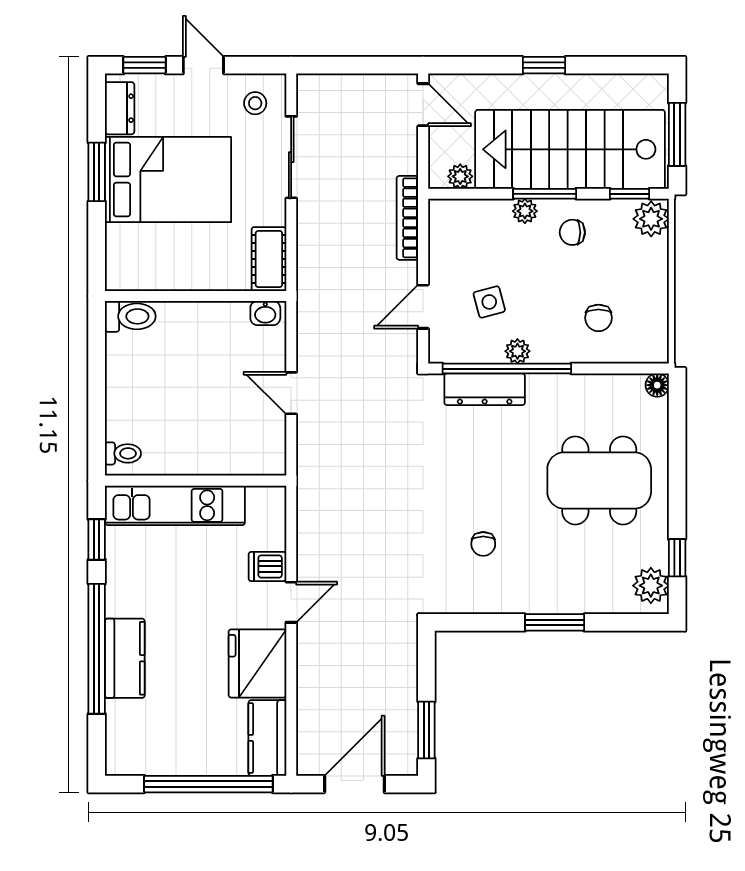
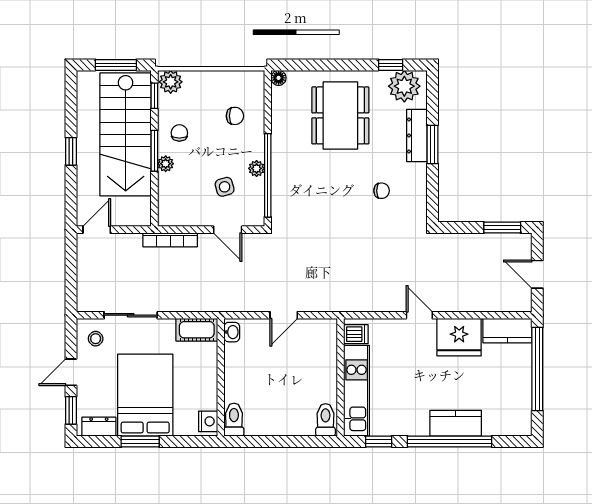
plant: (460, 176) -> (143, 206), removed
chair: (572, 232) -> (179, 133), turned 180
nightstand: (128, 276) -> (208, 421), added
dresser: (485, 389) -> (417, 136), moved, turned 180
toilet: (123, 453) -> (326, 420), width x1.37, depth x1.39
dishwasher: (267, 566) -> (356, 334), moved, turned -90
plant: (651, 586) -> (404, 86), width x1.36, depth x1.36
door: (354, 784) -> (537, 274), width x0.73

